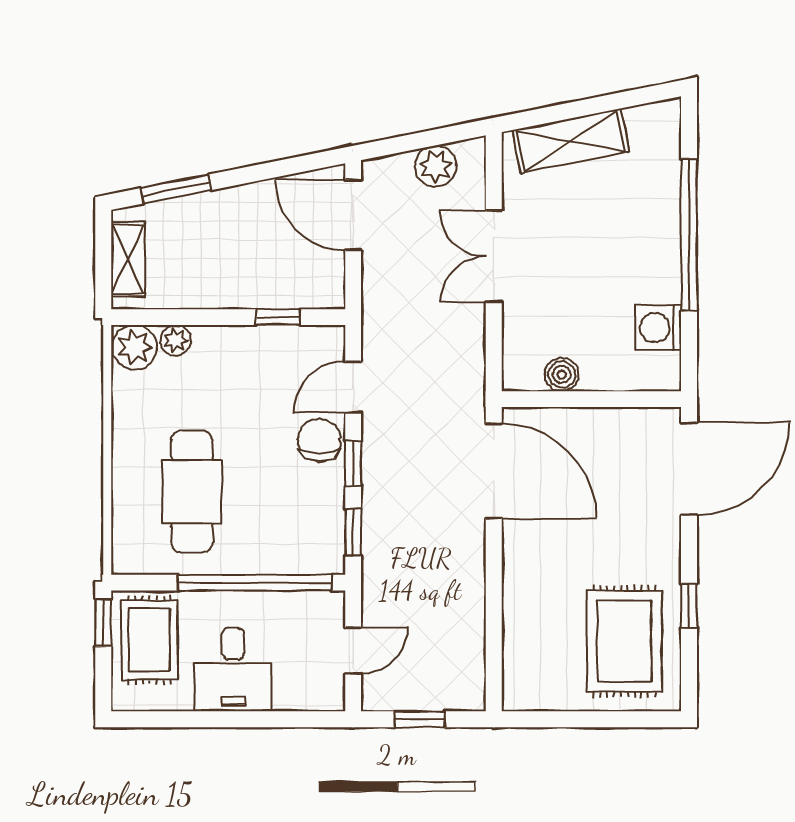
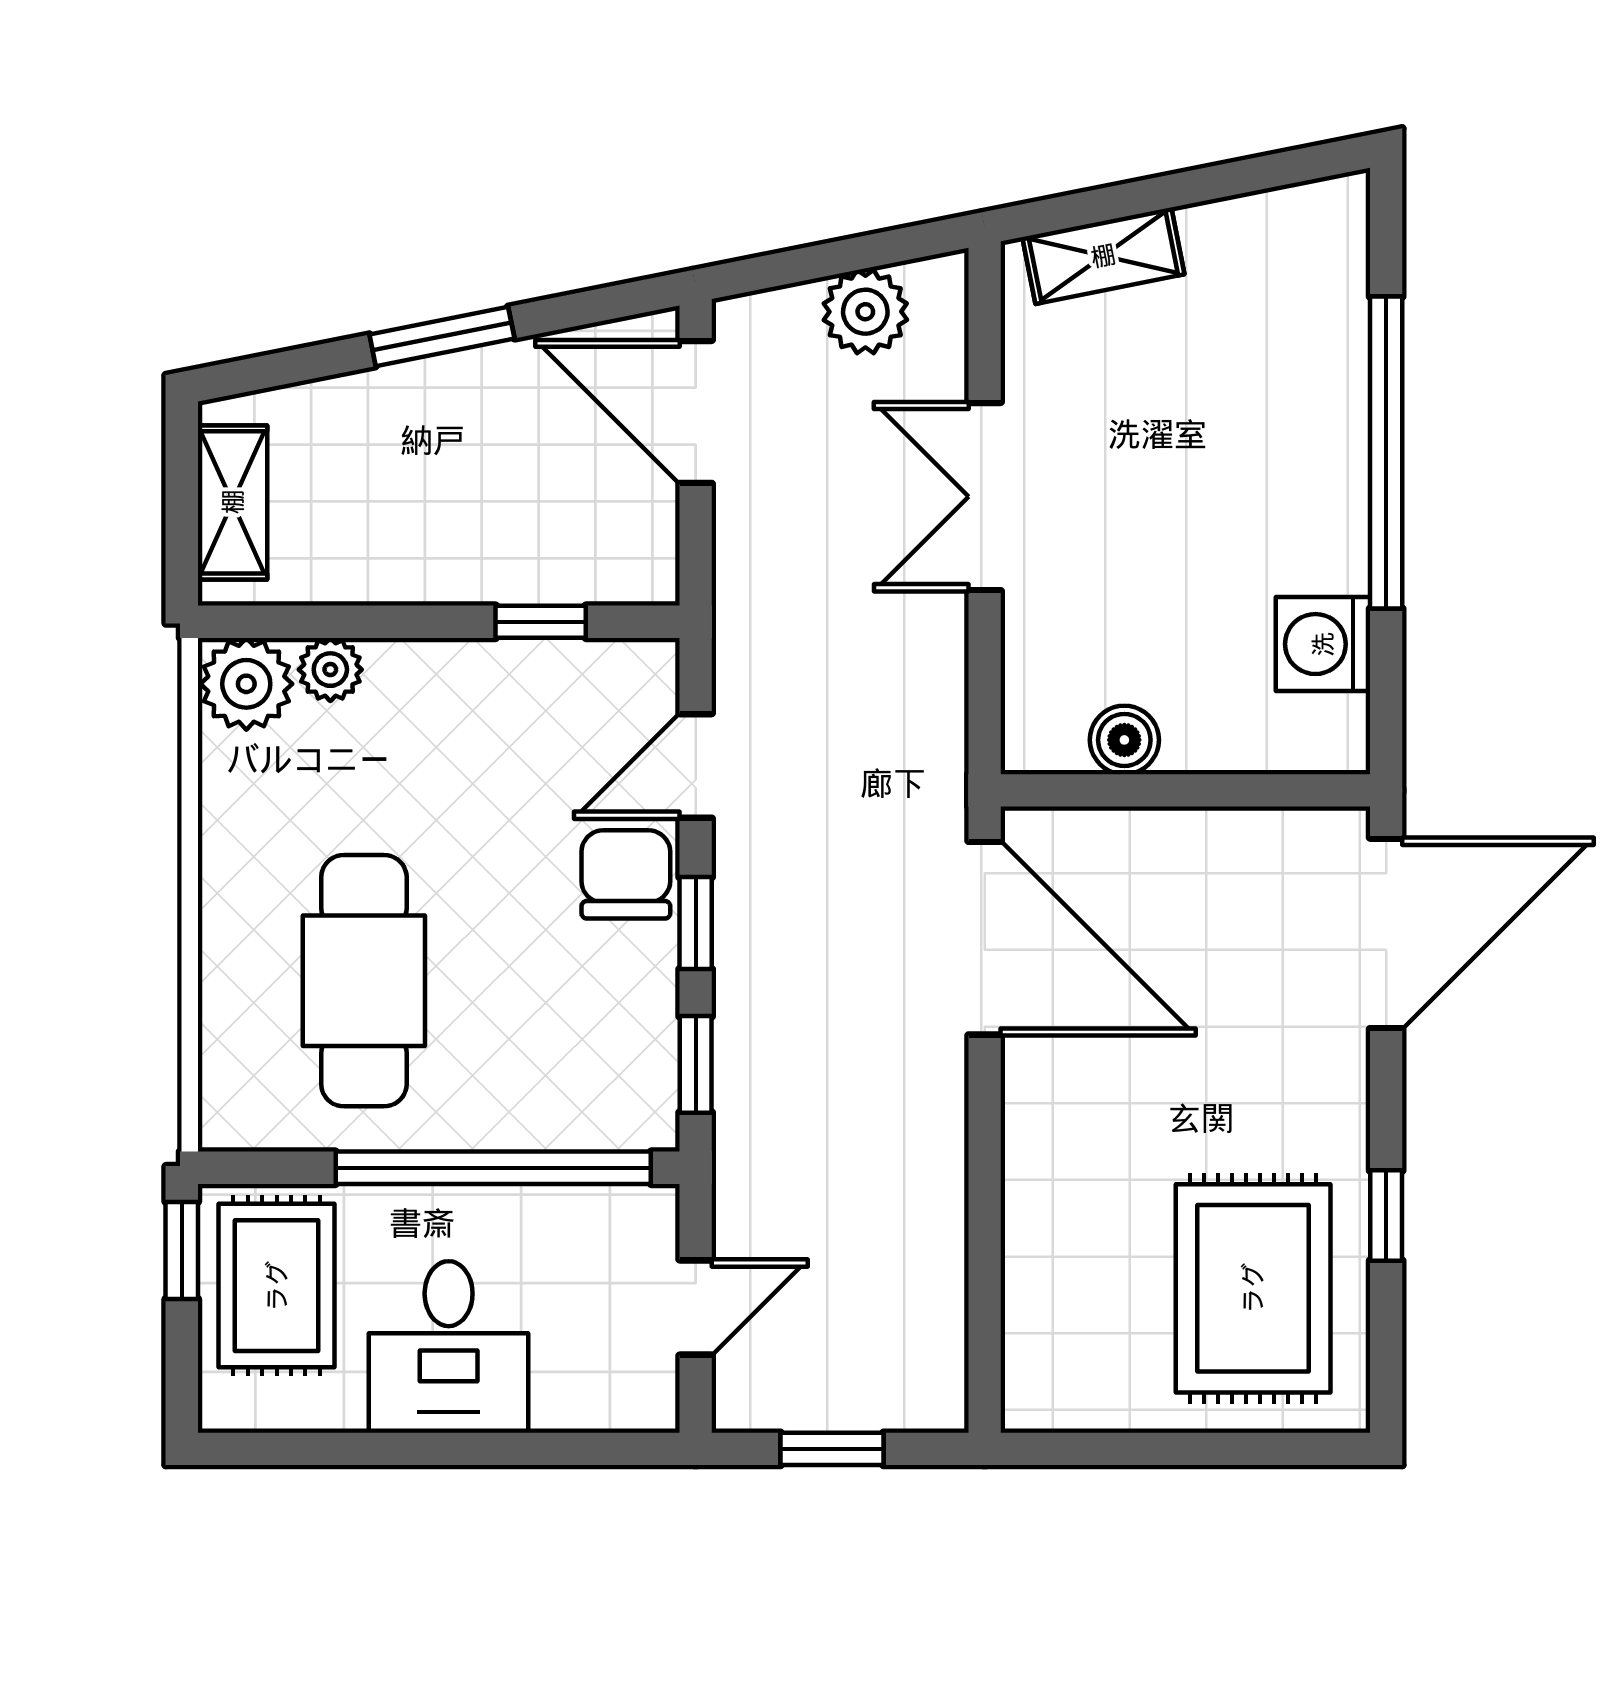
shelving: (571, 141) -> (1103, 256), width x0.67, depth x0.75
window: (176, 189) -> (442, 336), moved

